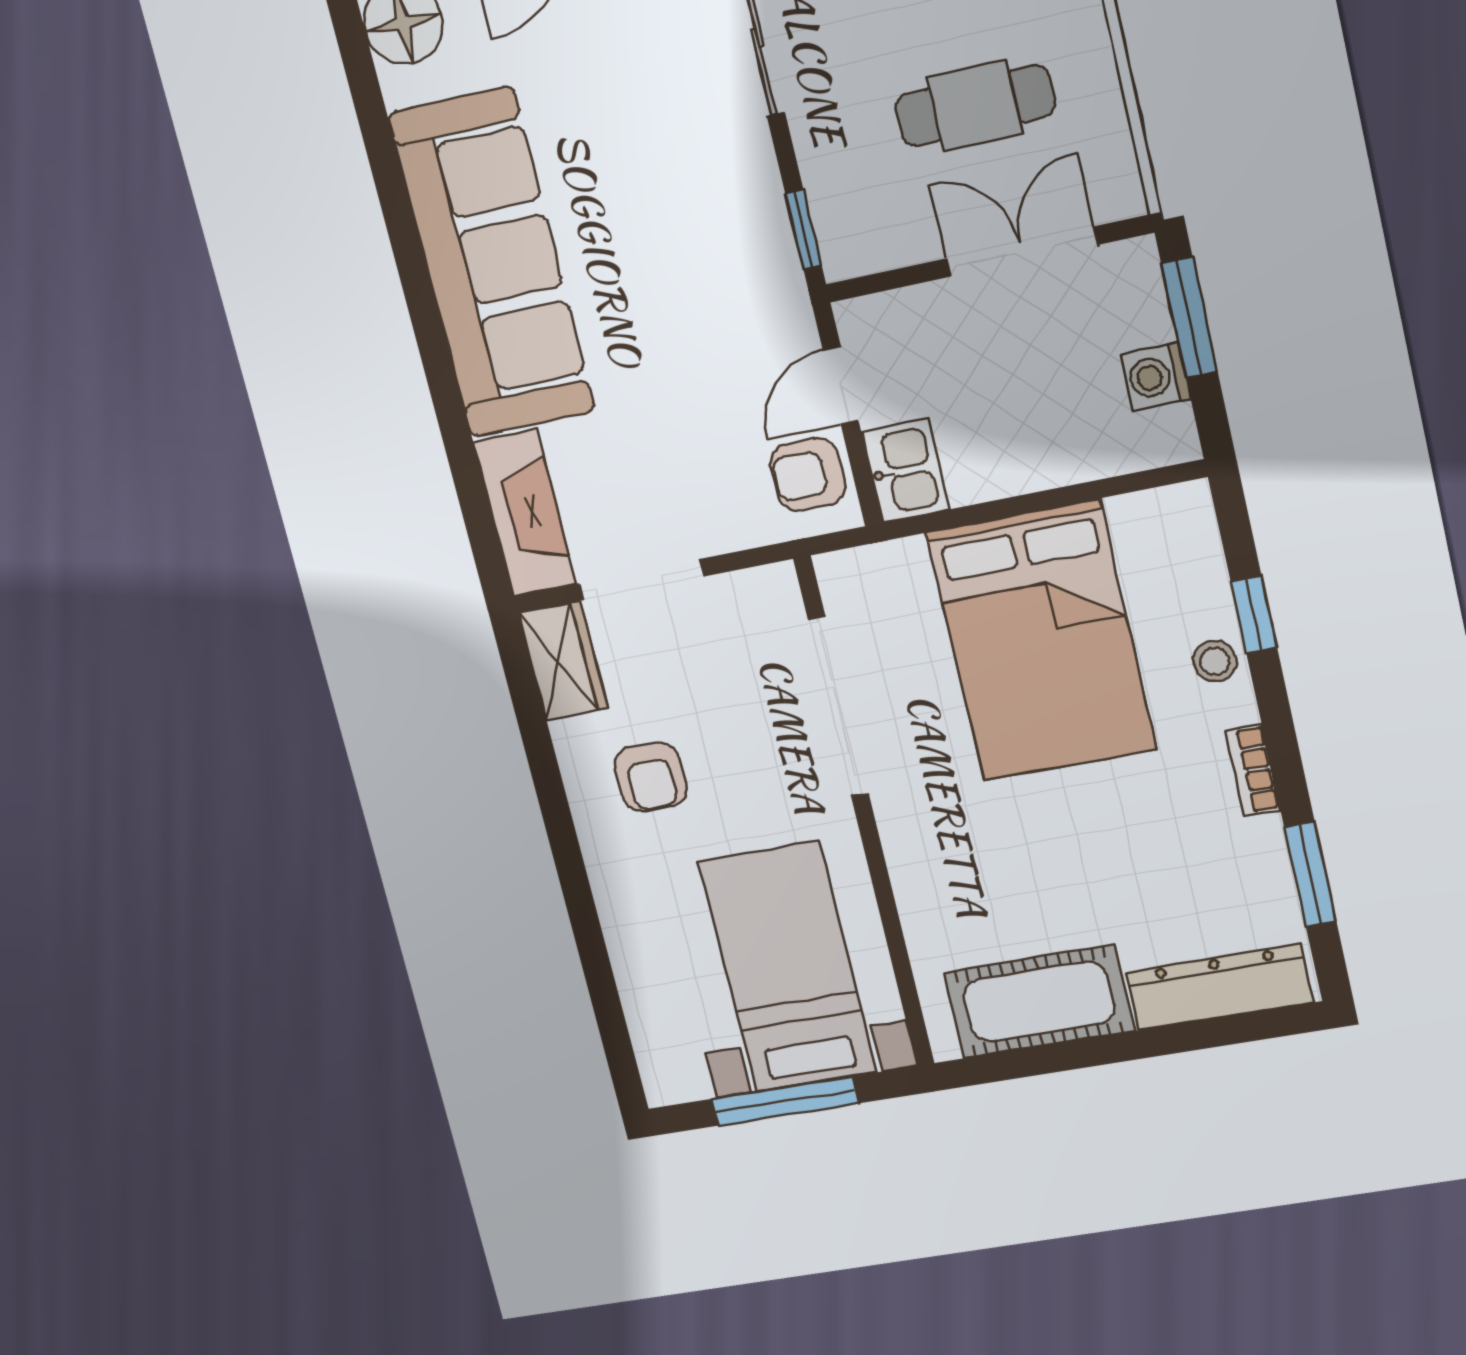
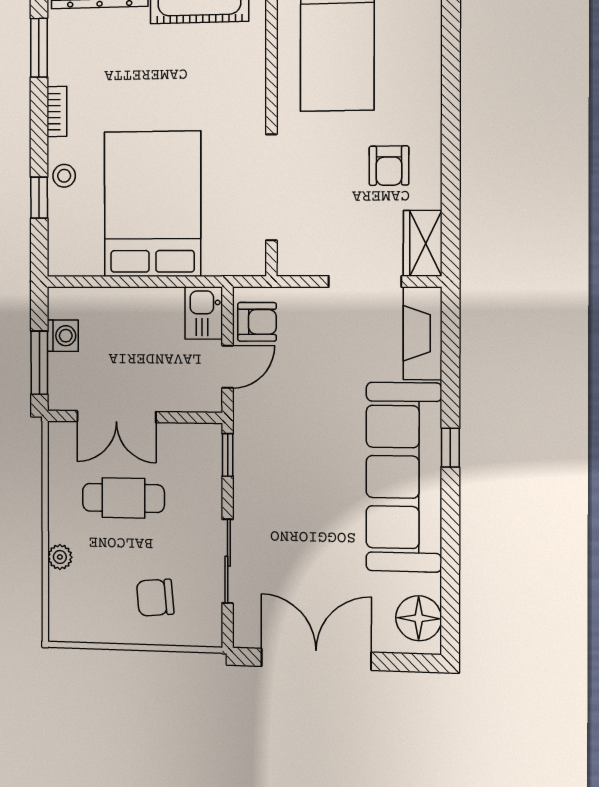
window: (429, 332) -> (450, 448), added
armchair: (651, 777) -> (389, 166), turned 180

